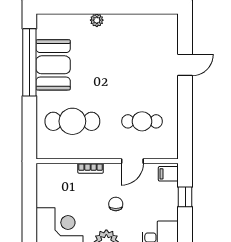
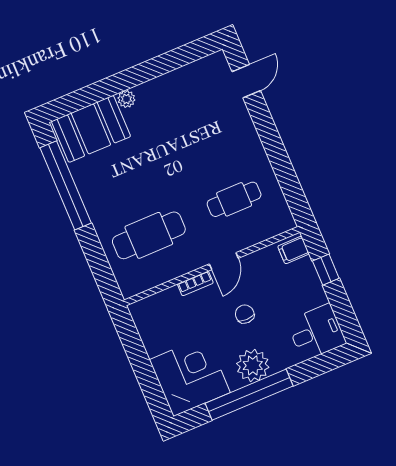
booth: (53, 65) -> (91, 129), moved, turned 90
door: (185, 65) -> (246, 81), moved
door: (132, 161) -> (224, 261), moved

